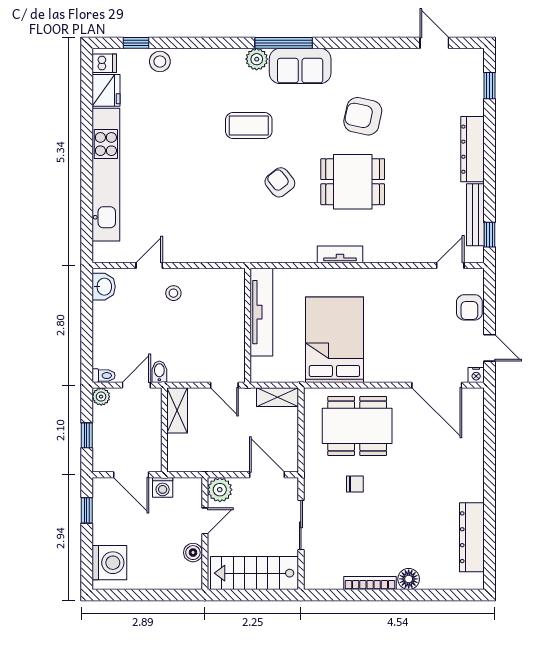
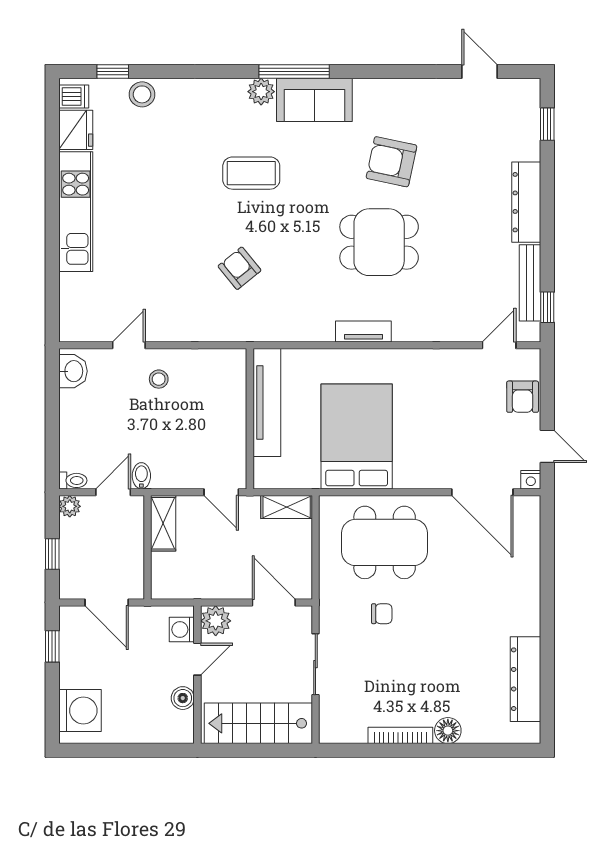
kitchen unit: (106, 175) -> (76, 212), width x0.73
armchair: (280, 182) -> (239, 268), moved
washing machine: (163, 487) -> (182, 630), moved, turned 90

